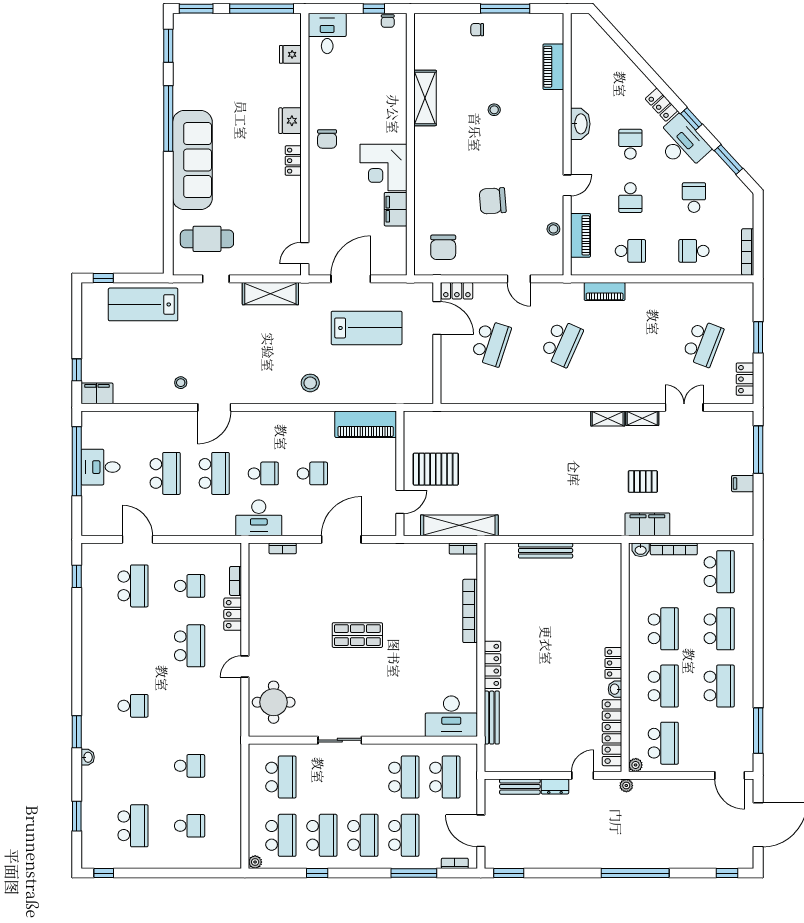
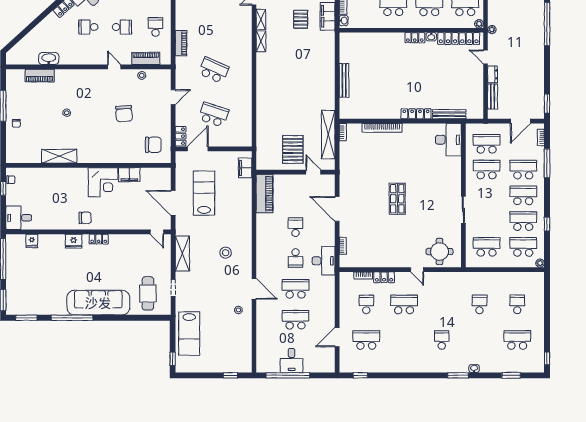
washbasin: (580, 124) -> (49, 59), moved
stool: (310, 383) -> (226, 253), moved
filing cabinet: (97, 393) -> (245, 168), moved
school desk: (263, 473) -> (296, 258), turned 180

